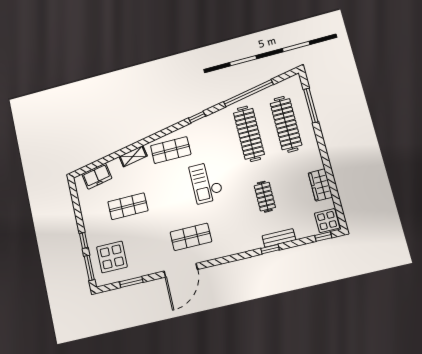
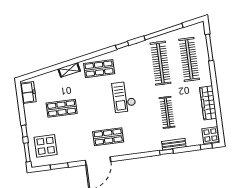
freezer: (97, 176) -> (28, 93), moved, turned -79
wardrobe: (320, 185) -> (208, 103), width x1.50
clothes rail: (265, 197) -> (167, 112), width x1.36

